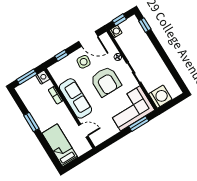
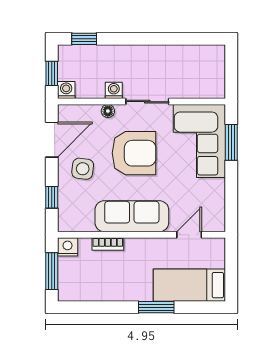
washing machine: (160, 97) -> (114, 90), moved, width x0.53, depth x0.53
window: (31, 122) -> (156, 307), moved

